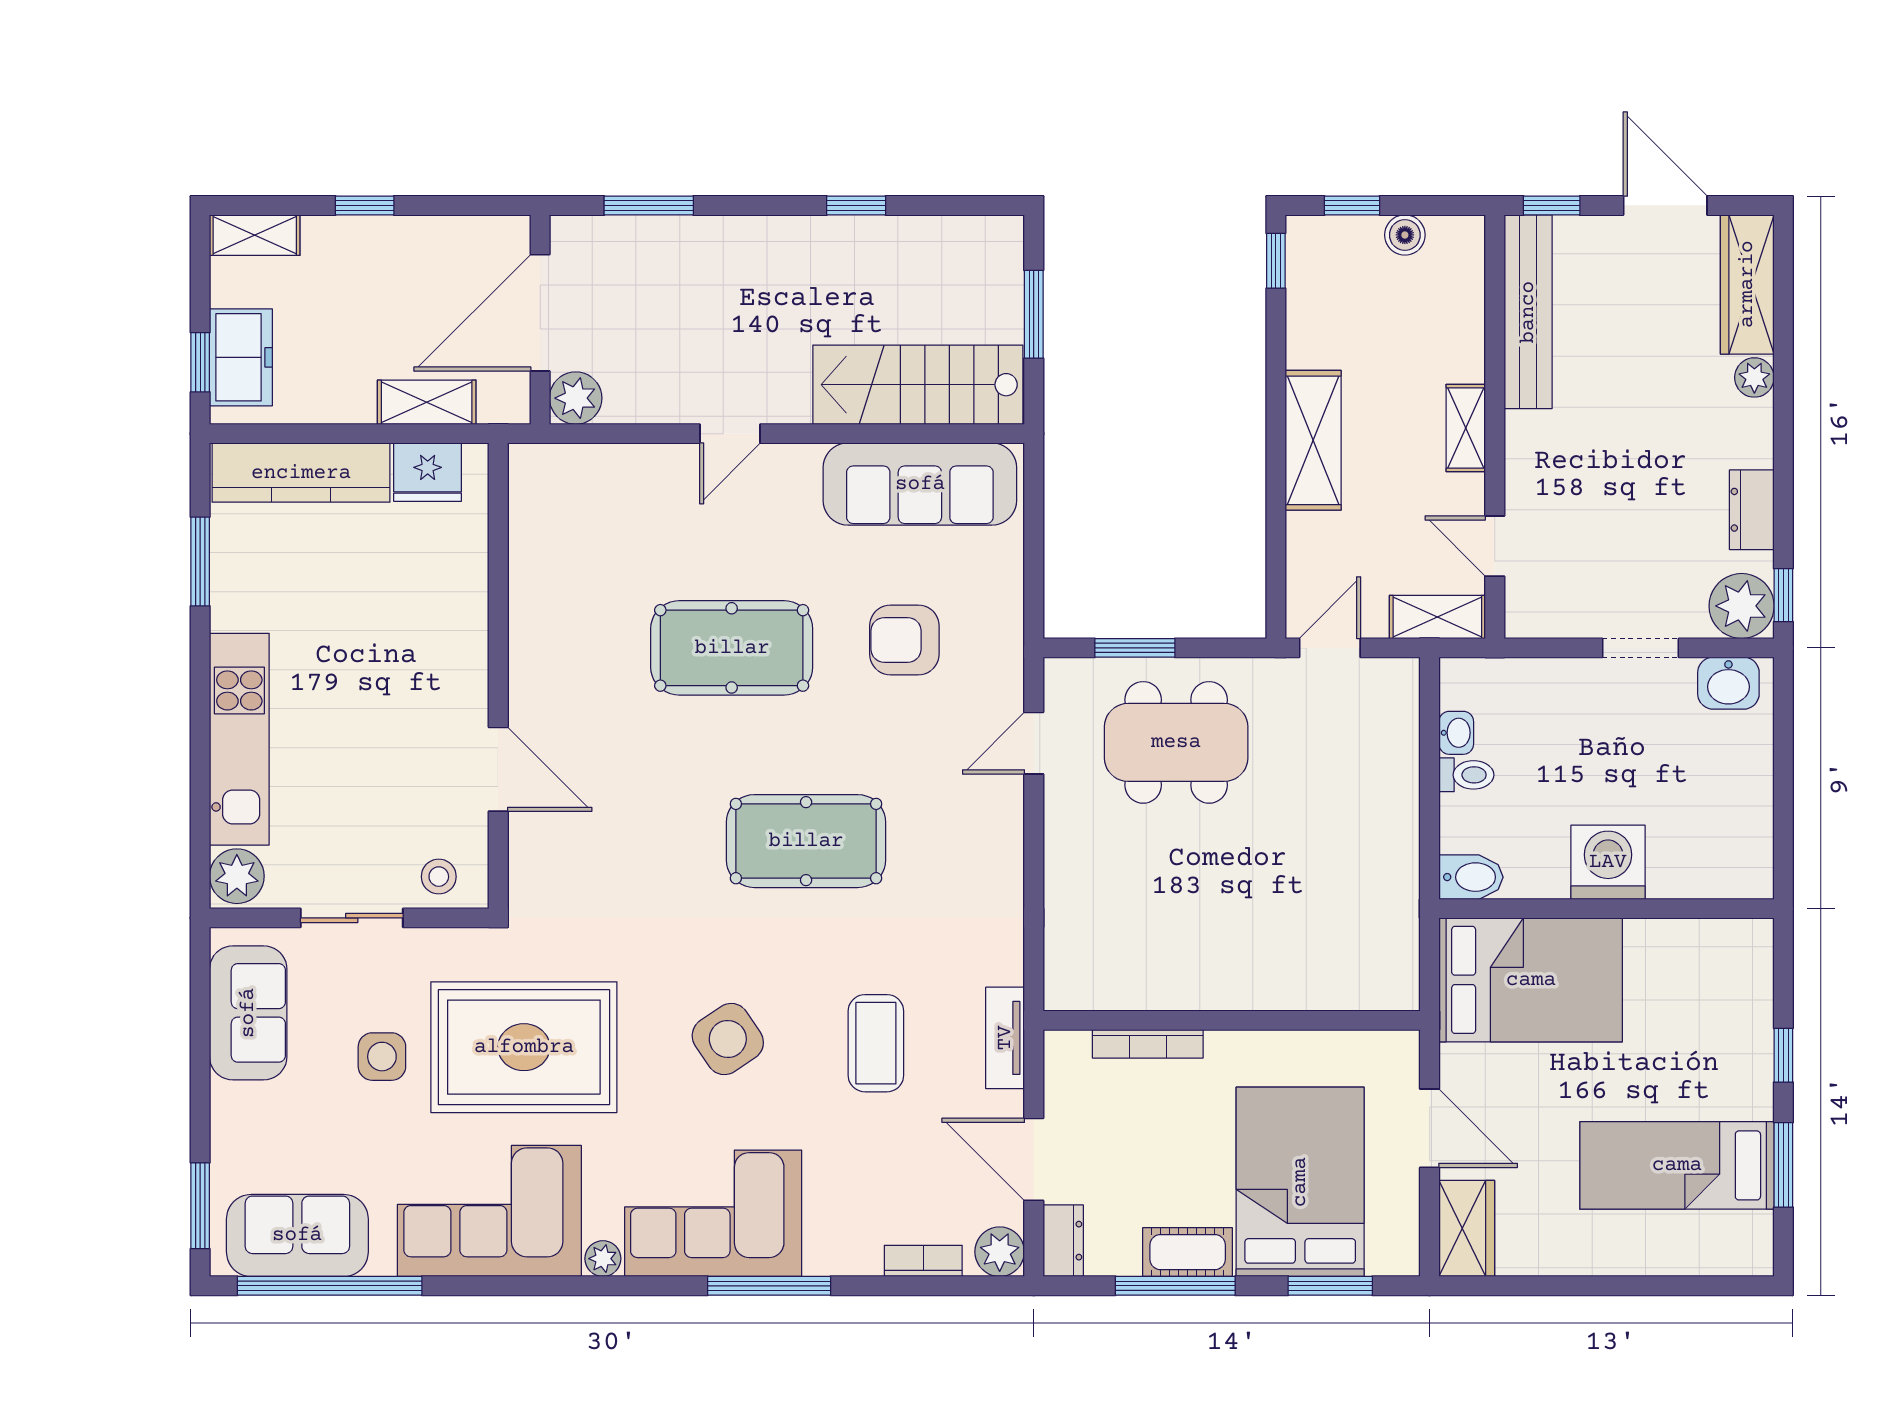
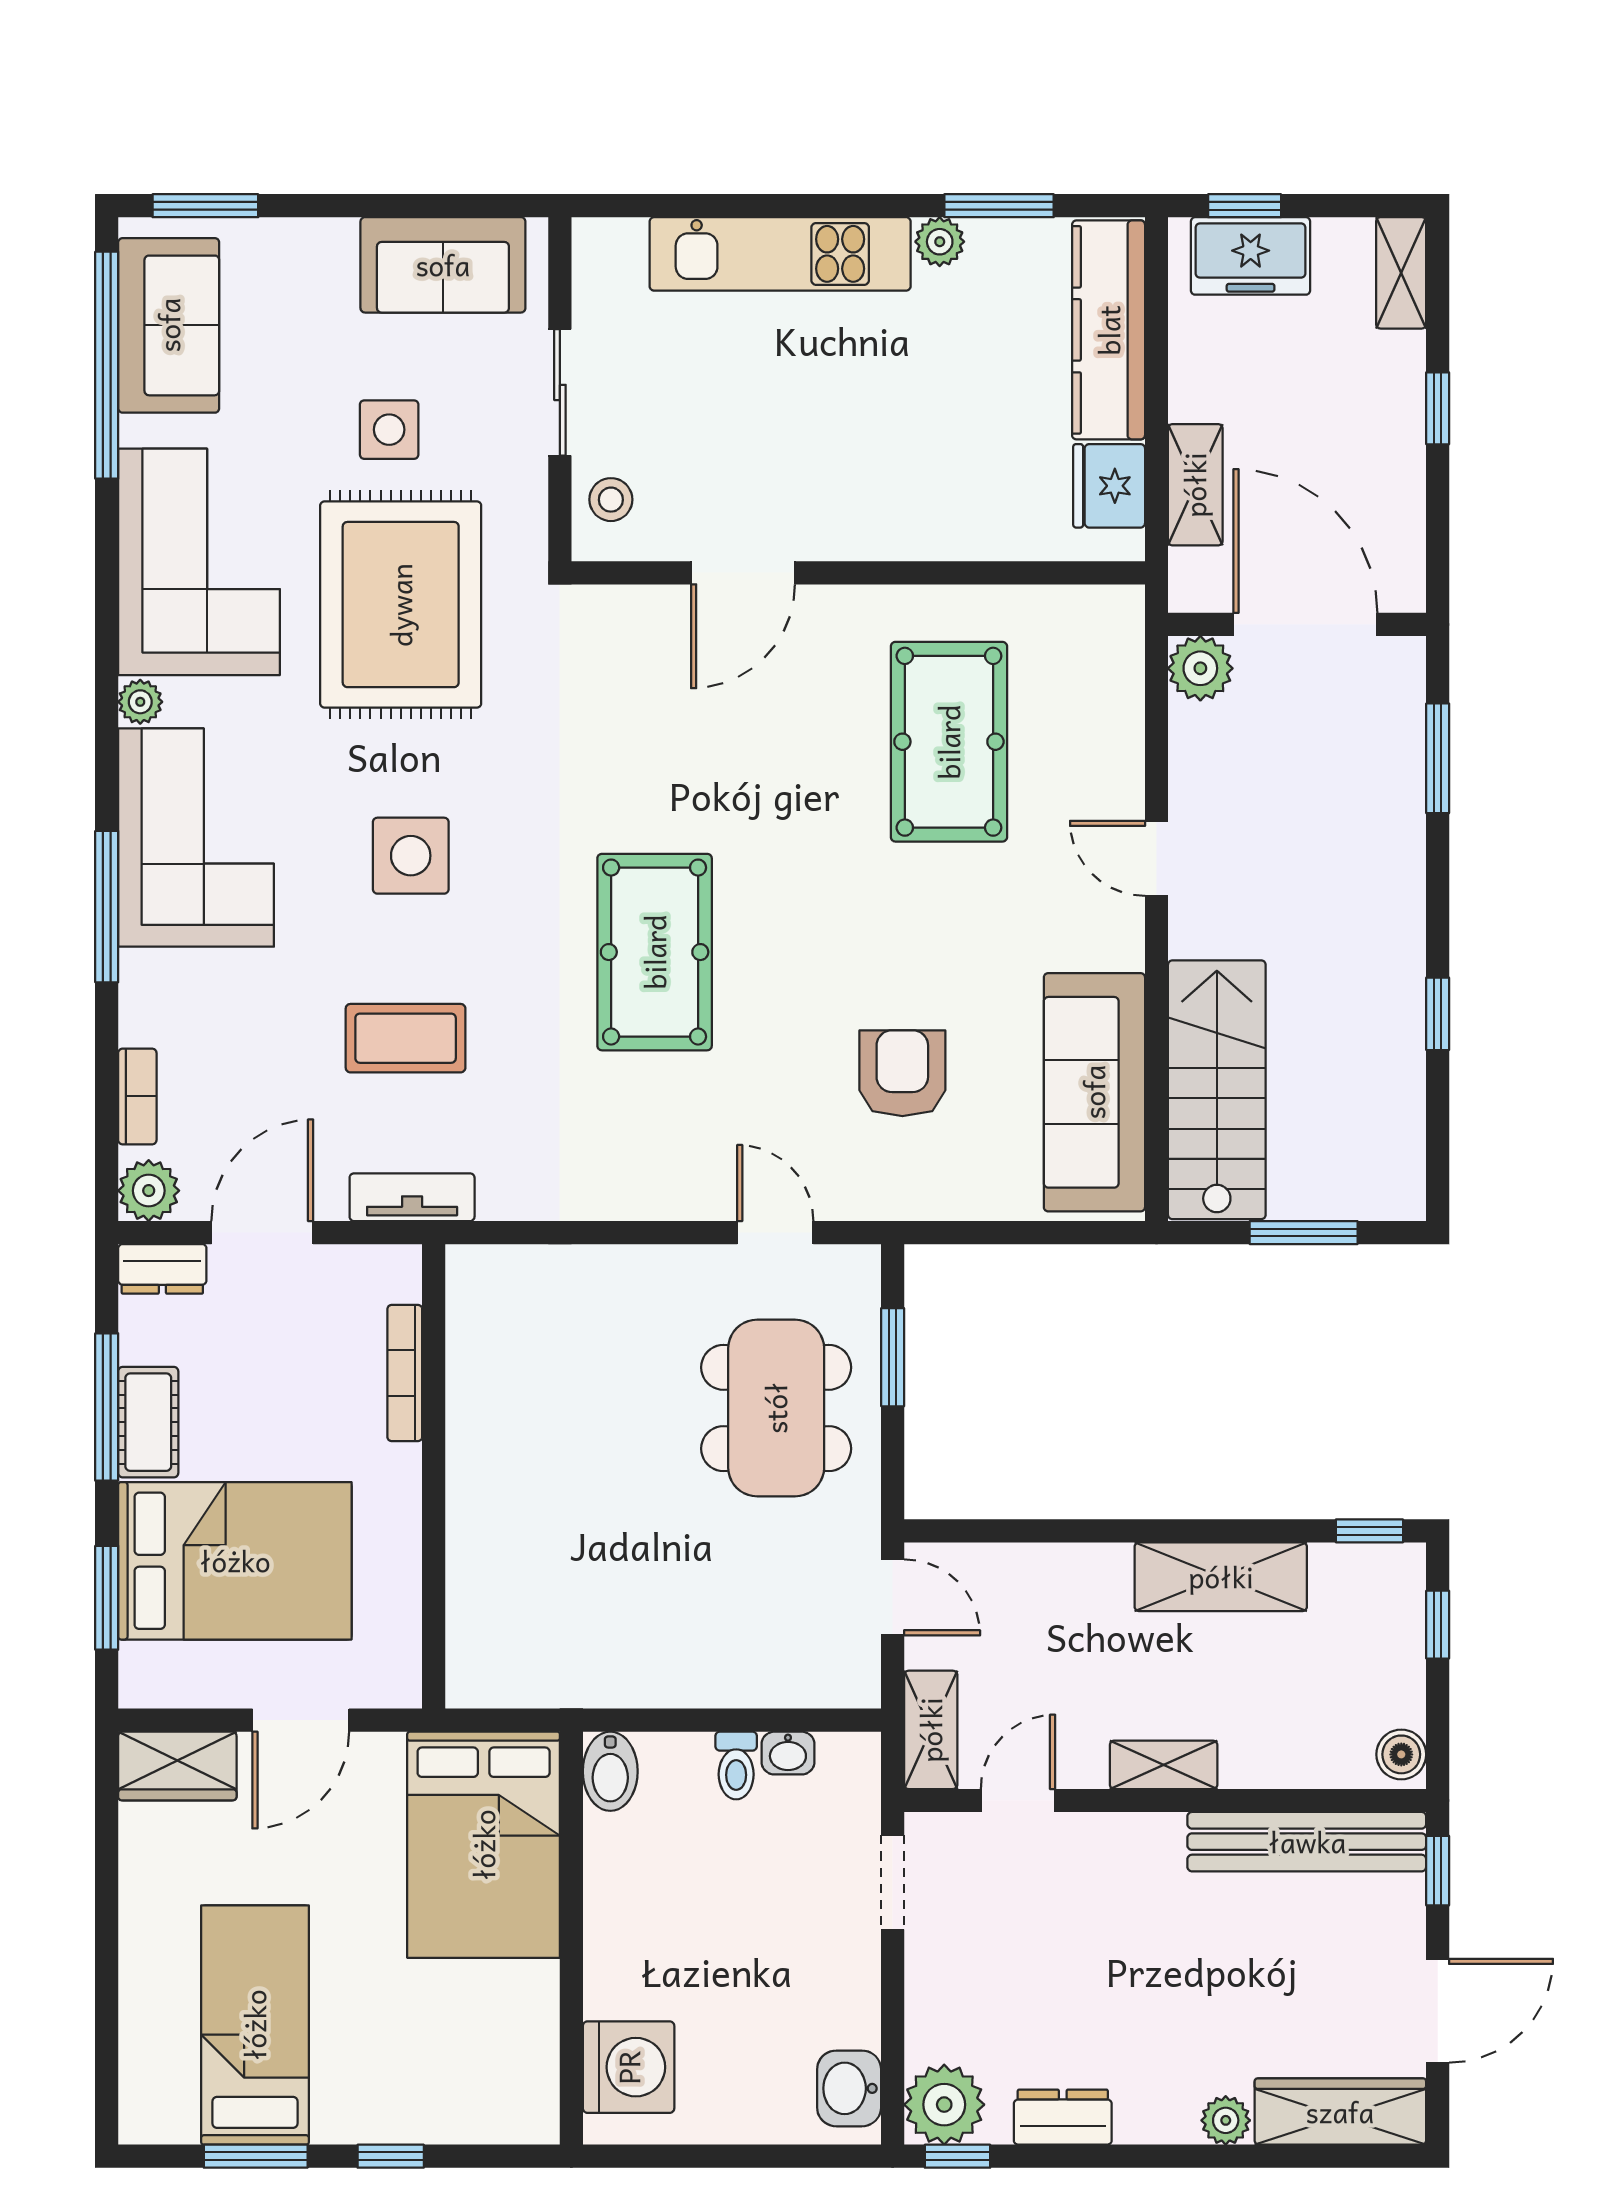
boiler: (1405, 235) -> (1401, 1754), moved
shelving: (1313, 440) -> (1221, 1577), moved
pool table: (732, 648) -> (949, 742), moved
doorway: (1640, 648) -> (893, 1882), moved
washing machine: (1608, 862) -> (629, 2067), moved
plant: (237, 876) -> (940, 242), moved, width x0.73, depth x0.73
side table: (728, 1039) -> (411, 856), turned 34

